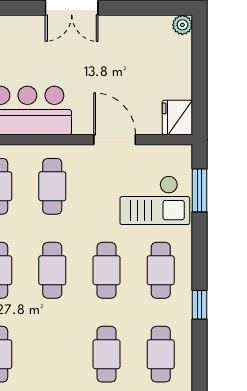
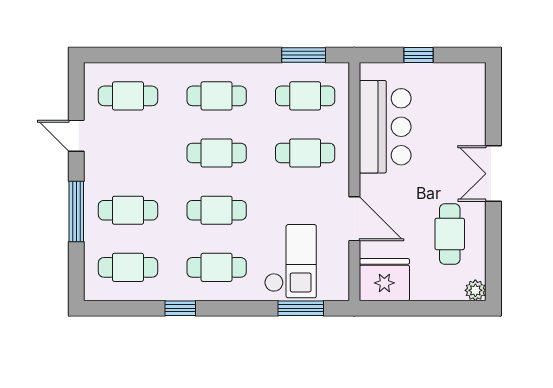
cafe table: (129, 49) -> (450, 234), added
fridge: (177, 117) -> (384, 280), width x1.36, depth x1.34
door: (115, 140) -> (354, 219), hinge flipped
checkout: (155, 200) -> (290, 261), turned 180

